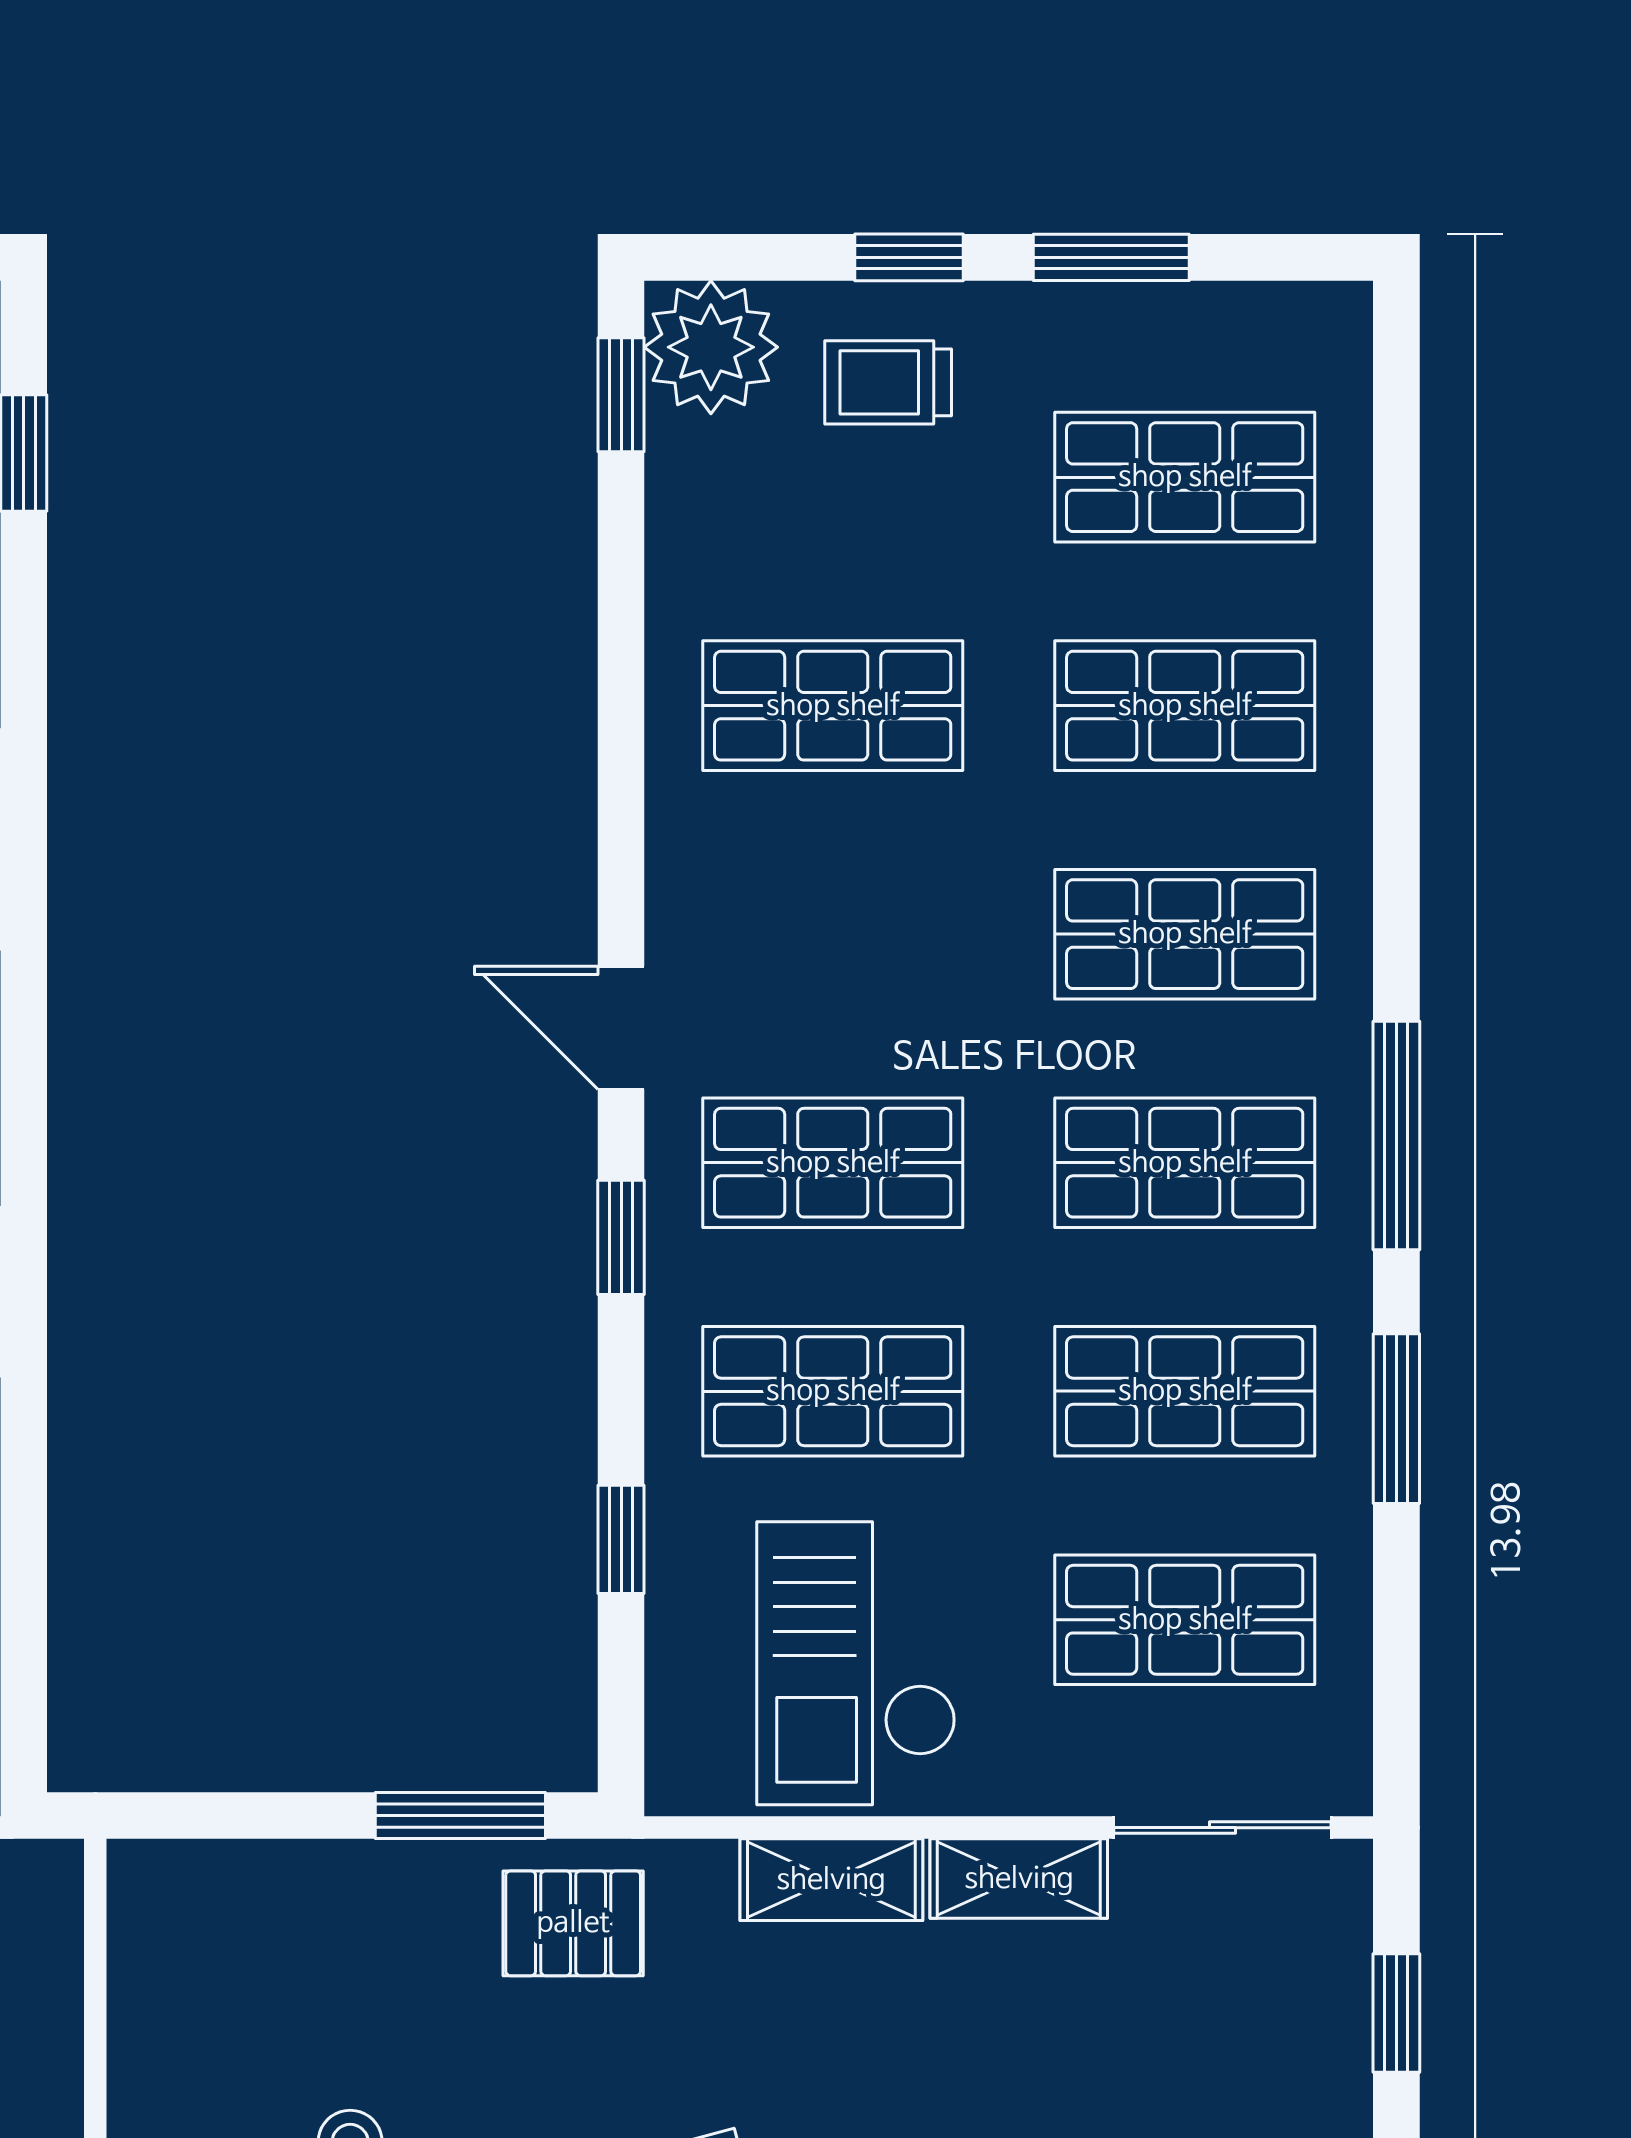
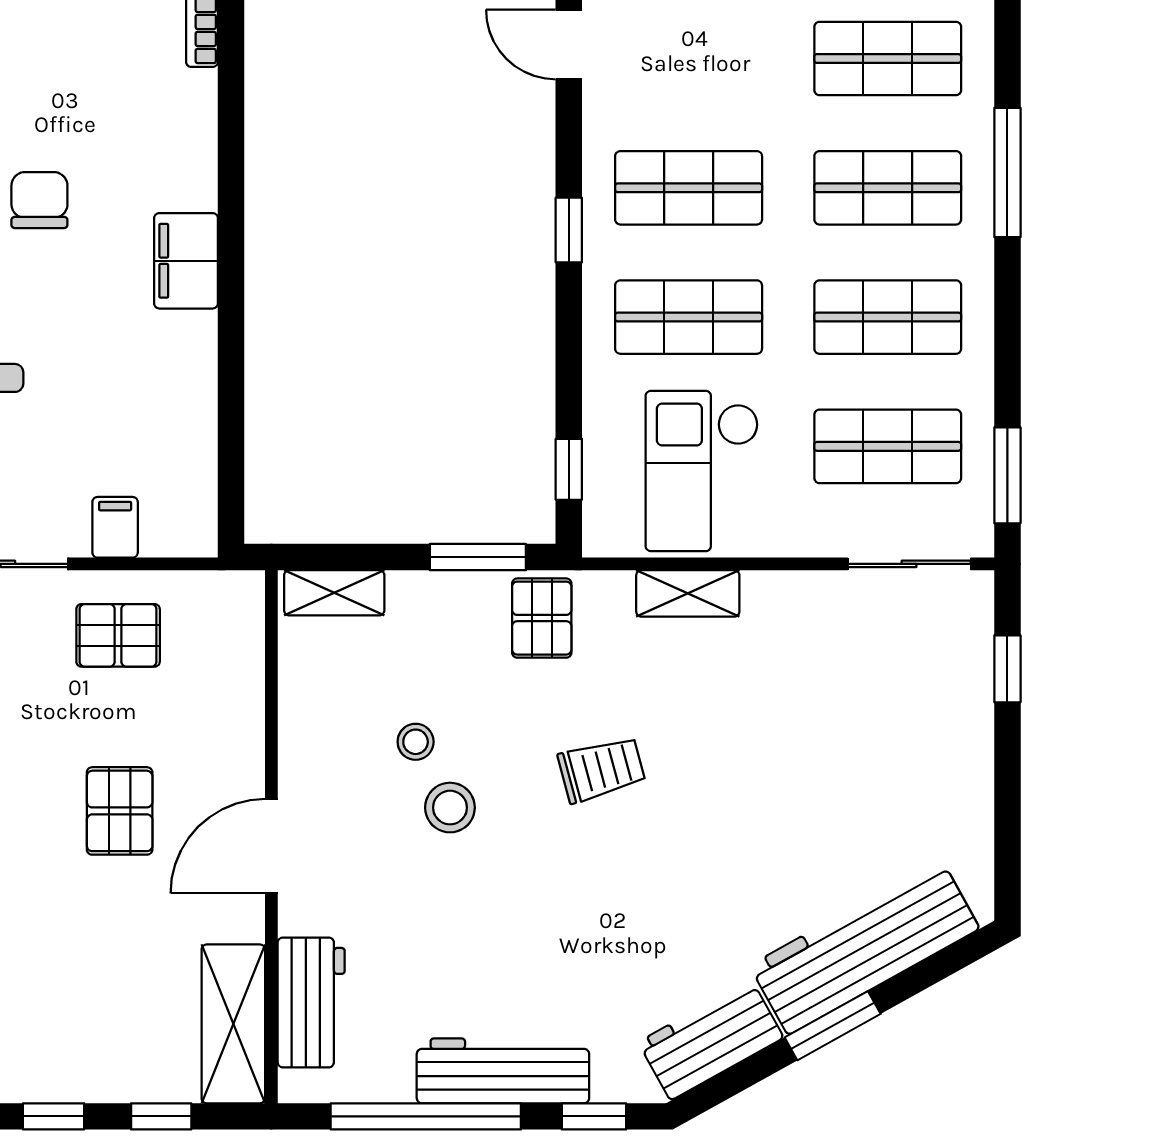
door: (621, 1028) -> (569, 44), moved
window: (1396, 1419) -> (1007, 475), moved
window: (621, 1539) -> (569, 469), moved
shelving: (1019, 1879) -> (334, 593), moved
pallet: (573, 1923) -> (542, 618), turned 90

